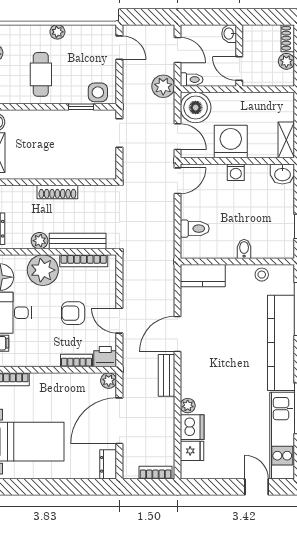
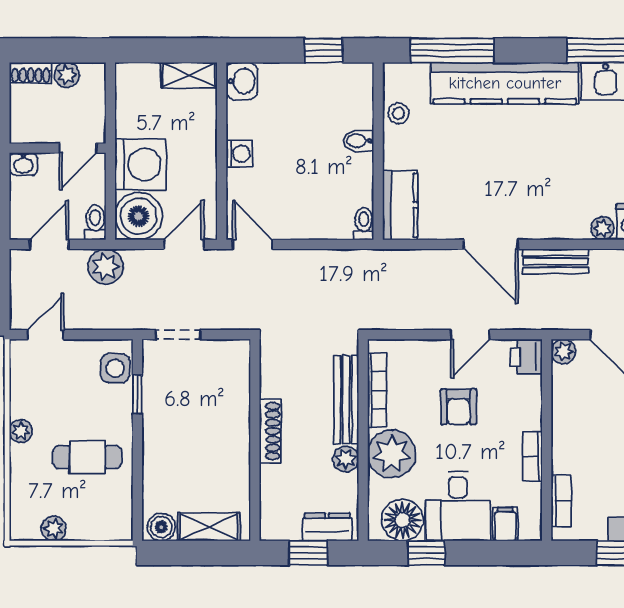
washing machine: (231, 142) -> (140, 164), moved, turned 180
toilet: (195, 229) -> (364, 224), moved, width x0.73, depth x0.72
bookcase: (76, 361) -> (532, 456), moved

